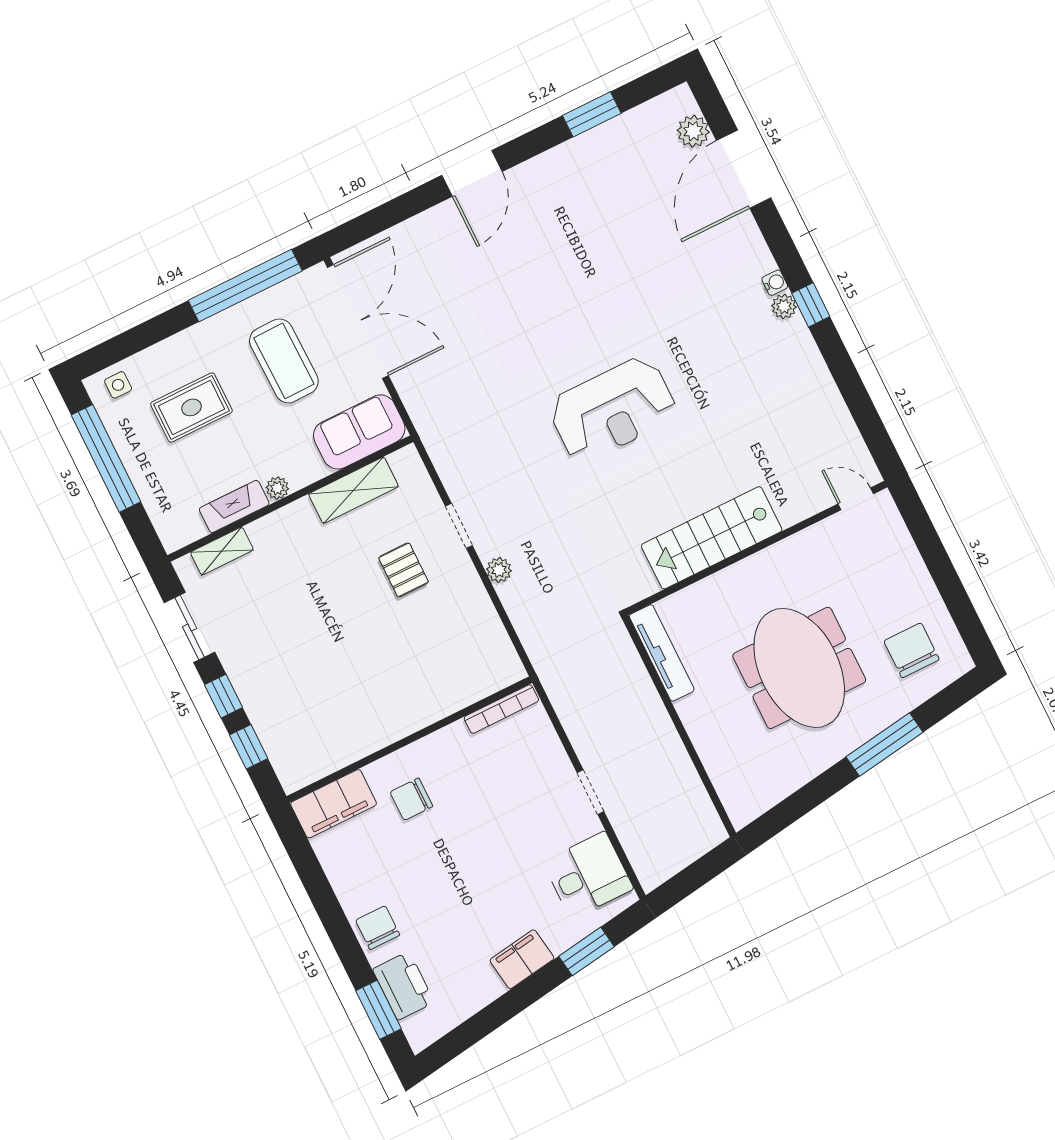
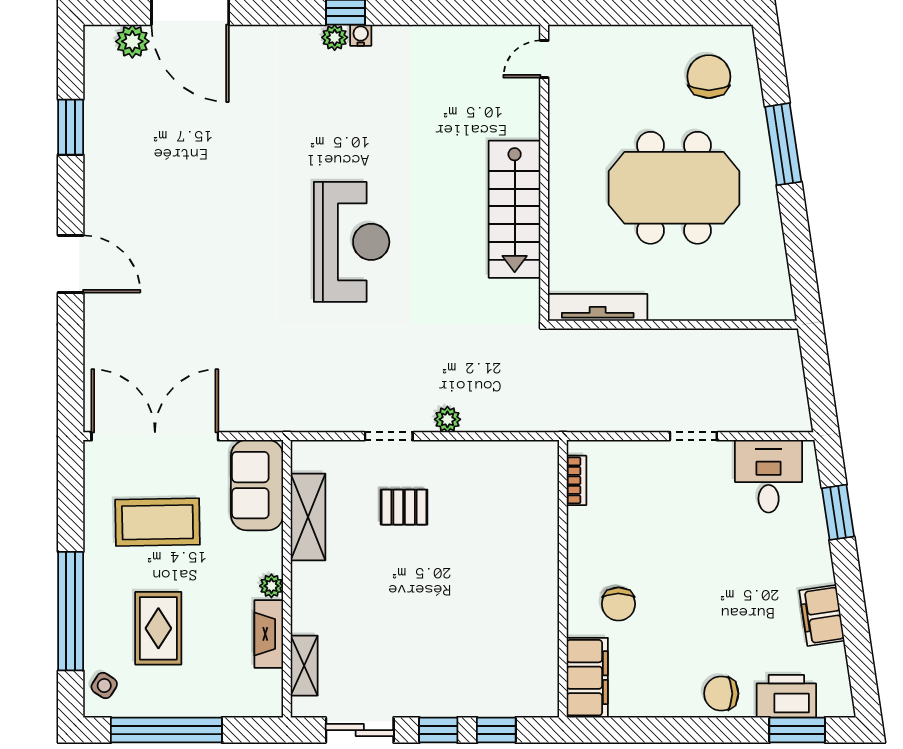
water cooler: (775, 283) -> (361, 35), moved
window: (245, 286) -> (71, 611), moved
side table: (118, 385) -> (104, 686), turned 33
chair: (912, 650) -> (709, 77), turned 90
bookcase: (501, 709) -> (576, 480), width x0.64
filing cabinet: (522, 959) -> (822, 615), moved

